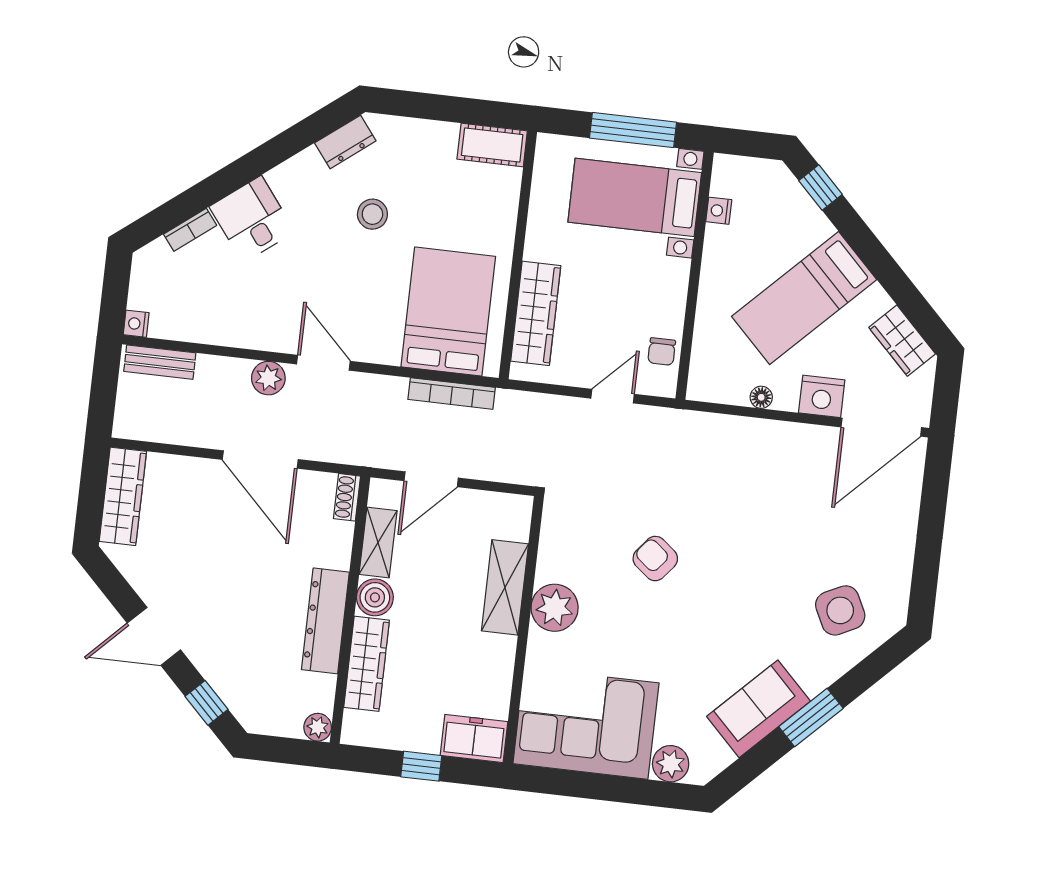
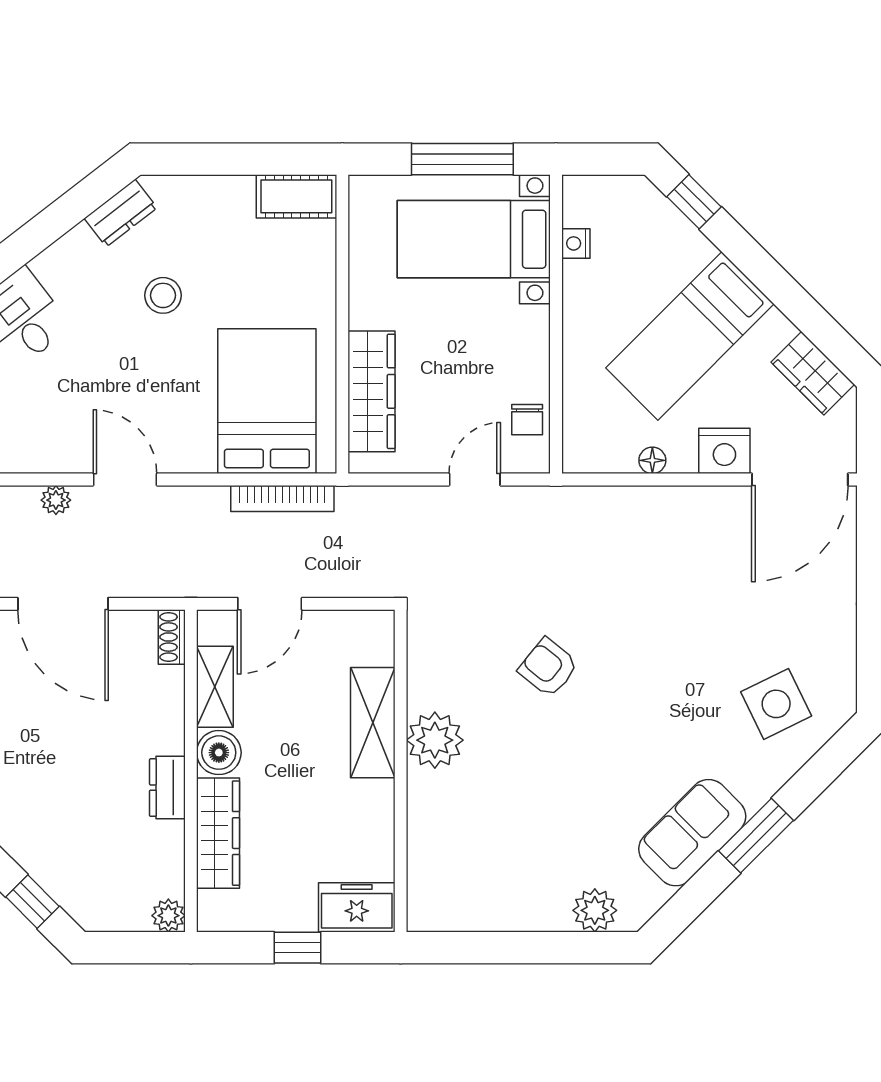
plant: (268, 378) -> (56, 500), width x0.73, depth x0.73
dresser: (325, 621) -> (167, 788), width x0.51, depth x0.80
corner sofa: (586, 723) -> (488, 874), removed

